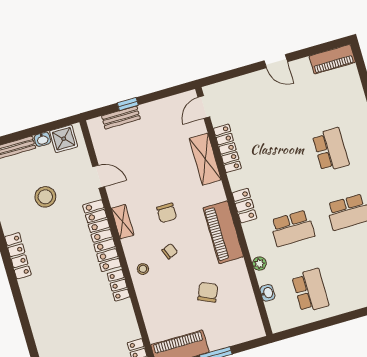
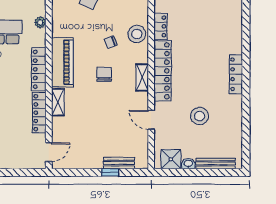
shelving: (205, 159) -> (58, 102), width x0.67, depth x0.75
locker: (244, 206) -> (39, 69), width x1.53
piano: (223, 232) -> (62, 62), moved
plant: (259, 264) -> (40, 22), moved
stool: (143, 269) -> (137, 34), width x1.89, depth x1.89

